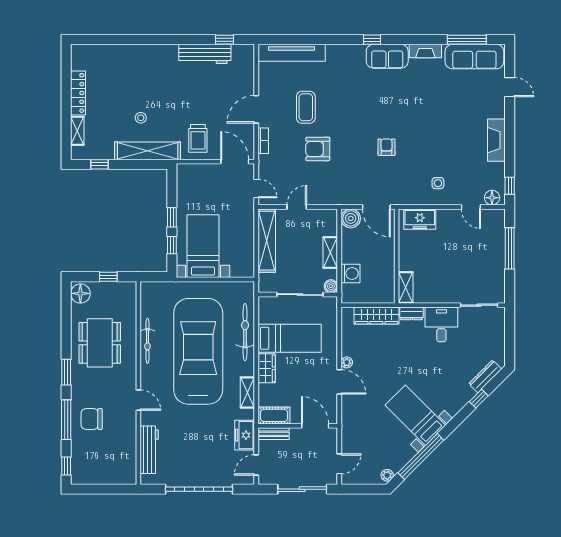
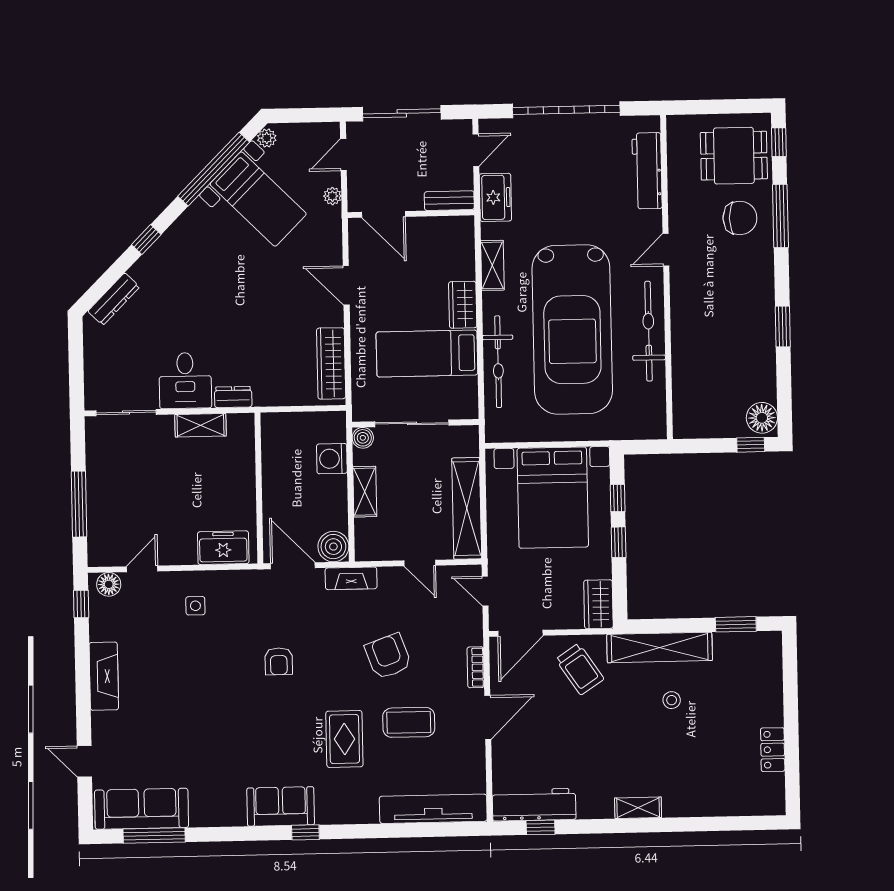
fireplace: (425, 51) -> (351, 578), moved, turned 180
workbench: (205, 54) -> (534, 805), moved
locker: (78, 93) -> (773, 750), width x0.66
rug: (346, 98) -> (344, 739), added
coffee table: (306, 107) -> (409, 722), turned 90
shelving: (77, 131) -> (638, 808), moved, turned 90
trolley: (198, 138) -> (580, 669), turned 146
armchair: (318, 149) -> (388, 656), turned -110
door: (235, 162) -> (520, 633), hinge flipped
window: (100, 164) -> (736, 624), width x1.50
wardrobe: (185, 179) -> (598, 604), added
door: (297, 207) -> (420, 563), hinge flipped
door: (471, 207) -> (142, 569), hinge flipped
bed with nightstands: (203, 246) -> (553, 498), width x1.36
window: (108, 277) -> (751, 445), moved
shelving: (406, 287) -> (201, 425), moved, turned 90
wardrobe: (376, 316) -> (331, 363), moved, turned -90
bicycle: (147, 341) -> (649, 331), width x1.37, depth x1.40
dining table: (100, 343) -> (734, 156), moved, width x0.73
plant: (347, 362) -> (332, 196), moved
window: (66, 372) -> (783, 326), moved
window: (479, 399) -> (146, 240), moved
door: (138, 400) -> (666, 250), hinge flipped
cot: (274, 415) -> (449, 230), removed
bed with nightstands: (415, 415) -> (258, 199), moved

